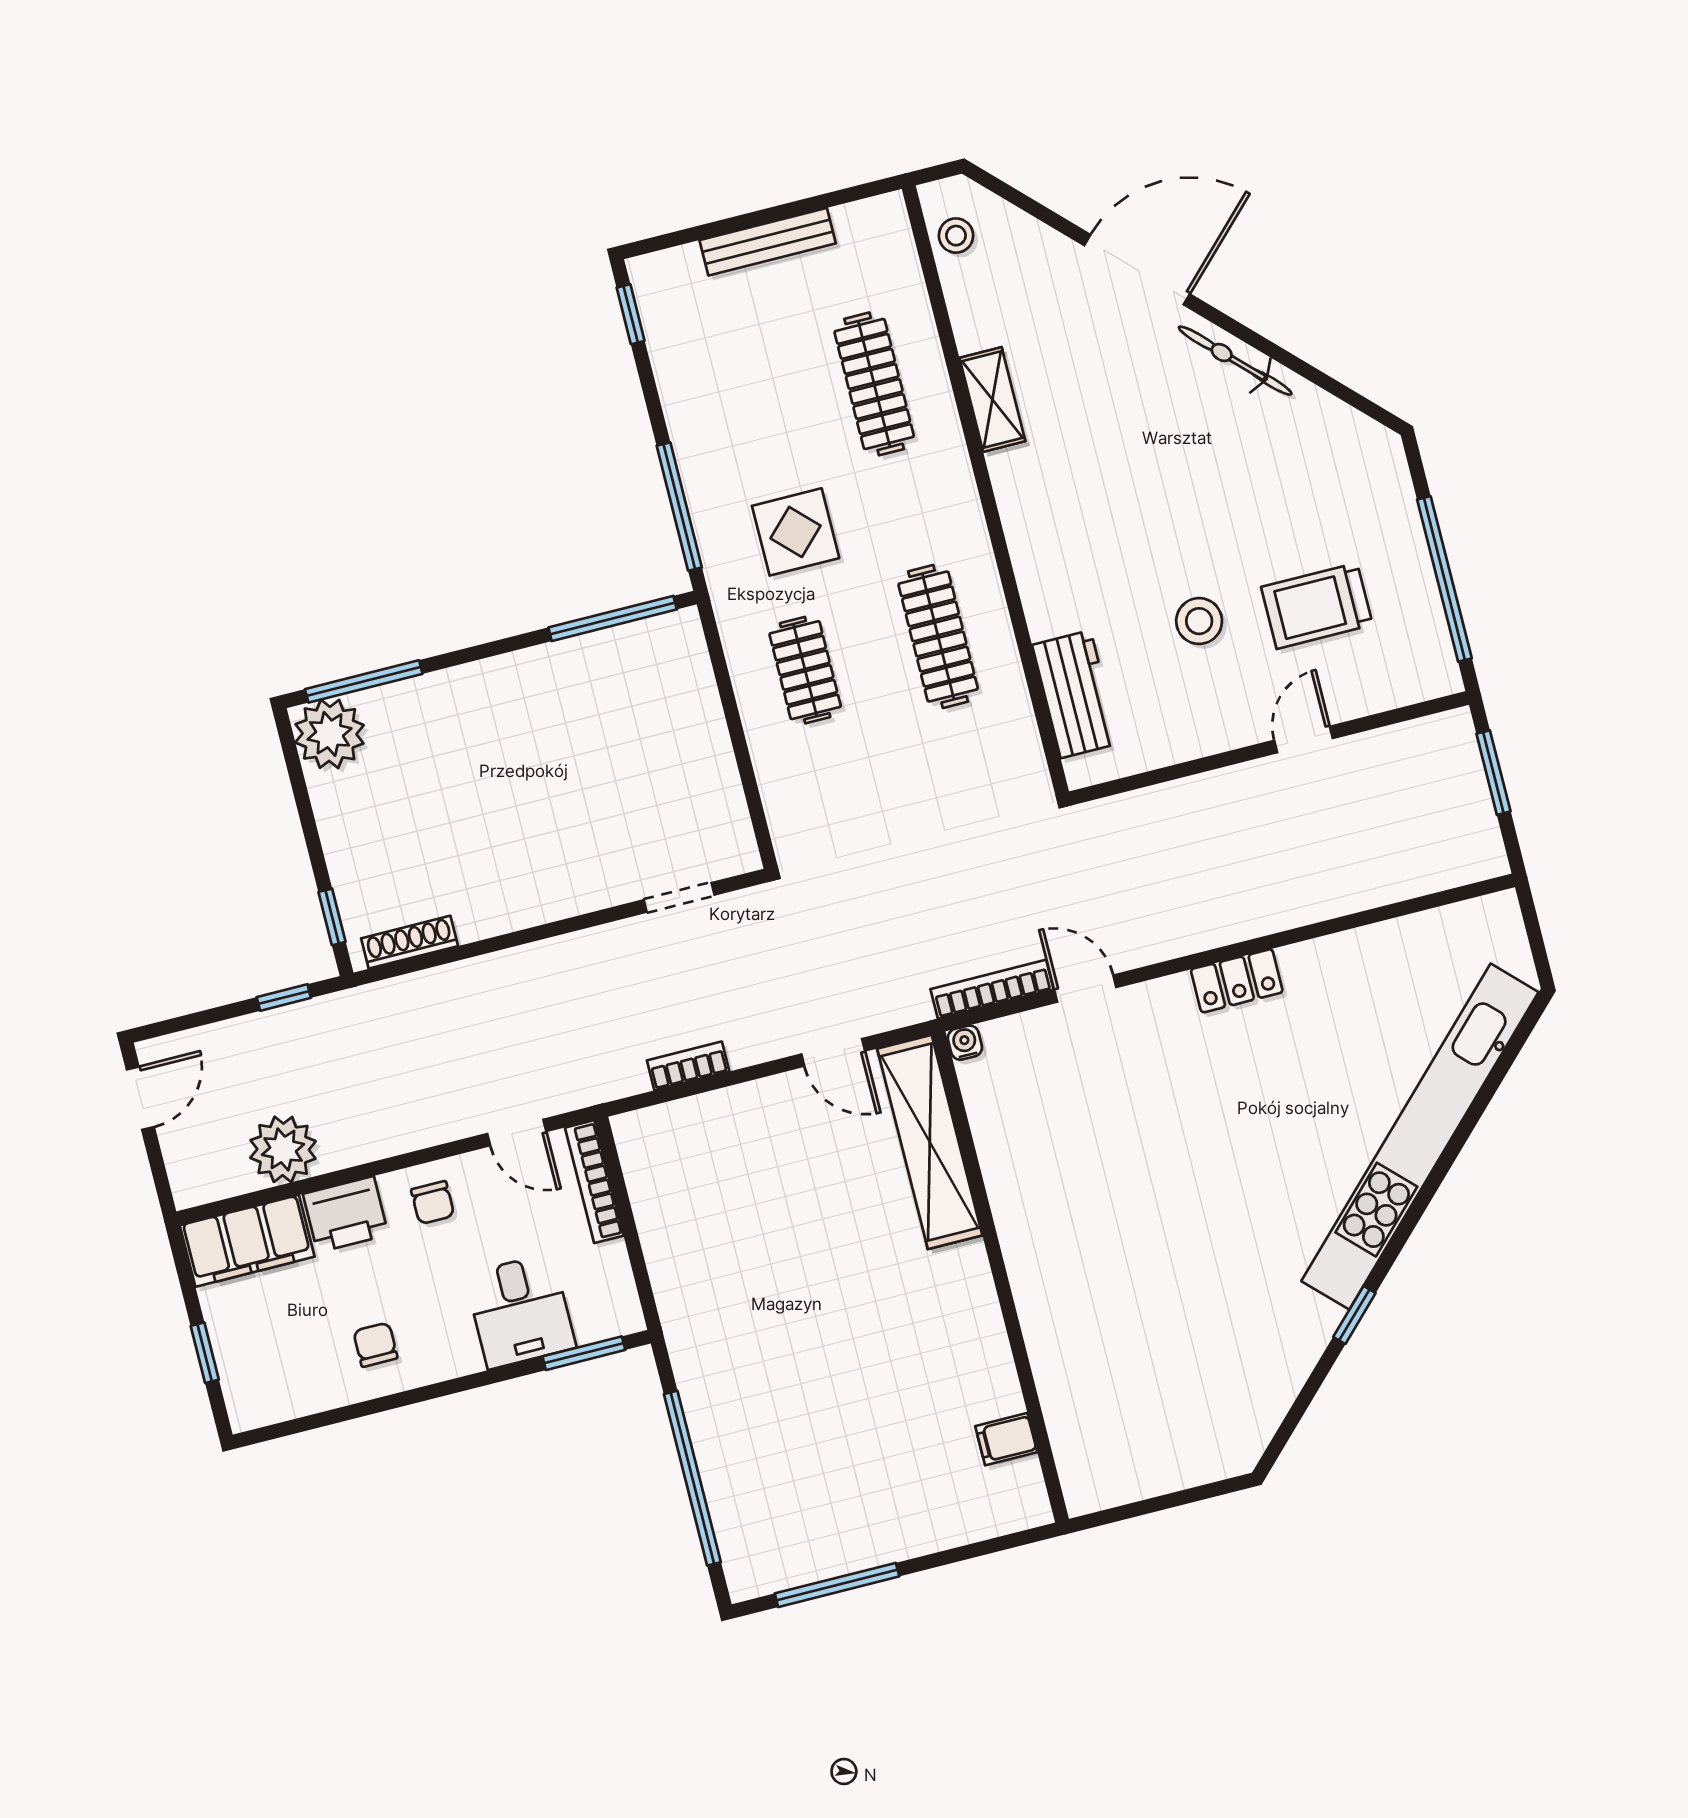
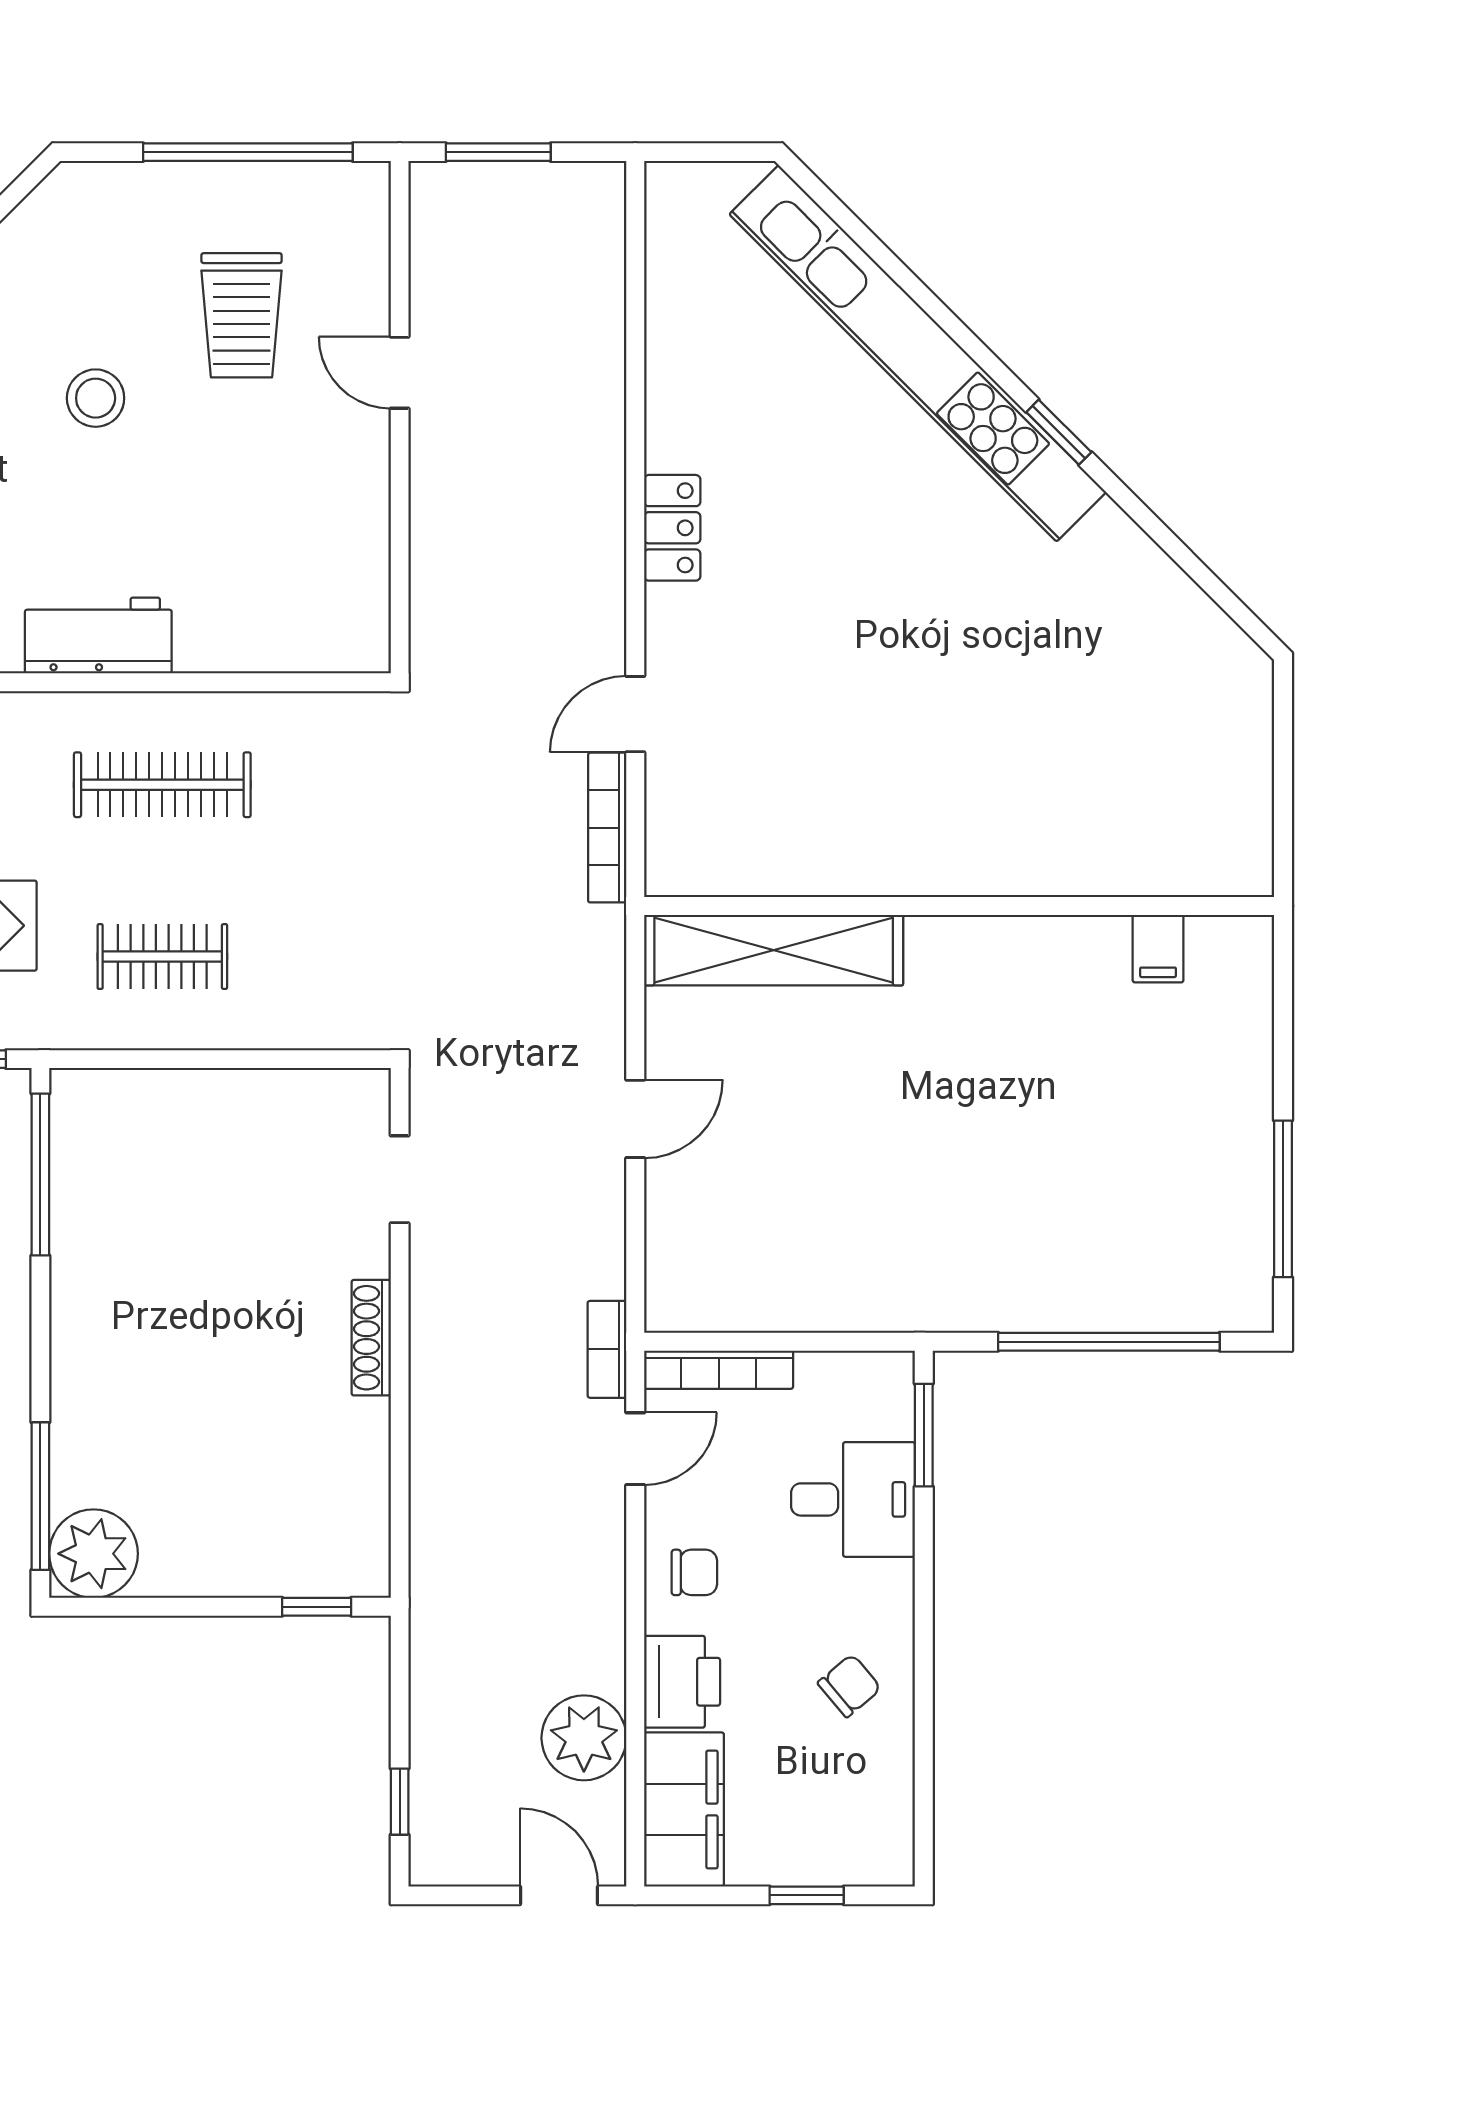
stool: (1199, 621) -> (96, 398), moved
workbench: (1076, 694) -> (98, 635), moved
shoe rack: (410, 942) -> (371, 1338), moved
window: (284, 997) -> (400, 1802), moved
water cooler: (965, 1043) -> (664, 877), removed
door: (833, 1052) -> (635, 1119), moved
bookcase: (688, 1066) -> (607, 1349), moved
door: (140, 1098) -> (559, 1895), moved
window: (1354, 1315) -> (1059, 432), moved
chair: (375, 1345) -> (849, 1686), turned 140

